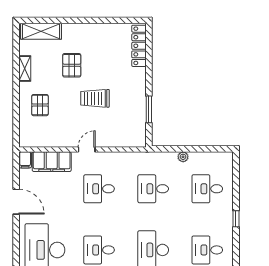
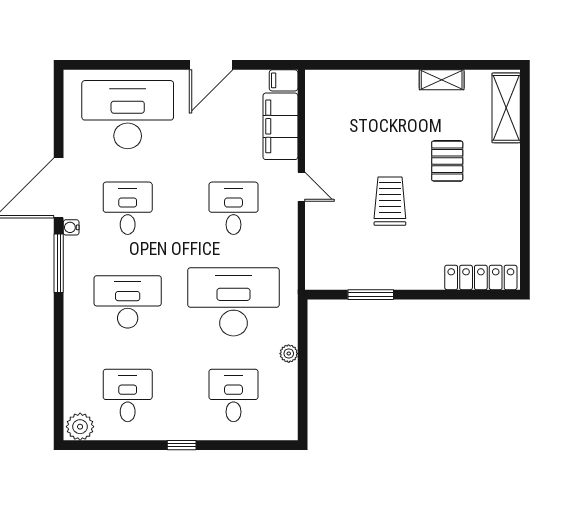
pallet: (72, 65) -> (447, 161), turned 90
pallet: (40, 105) -> (378, 106), removed
desk: (153, 189) -> (234, 302), width x1.87, depth x1.30

